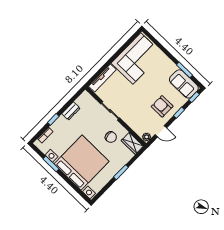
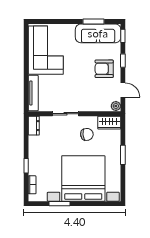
sofa: (184, 84) -> (98, 33), width x1.36
dresser: (71, 111) -> (34, 126), moved
door: (161, 131) -> (123, 90), hinge flipped

